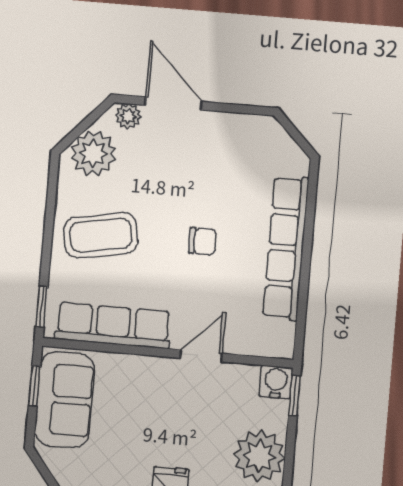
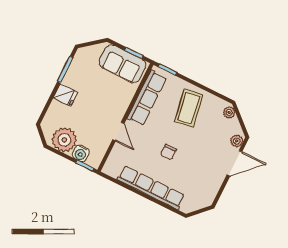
plant: (93, 153) -> (229, 112), width x0.53, depth x0.53
water cooler: (276, 382) -> (81, 153), moved, turned 90

